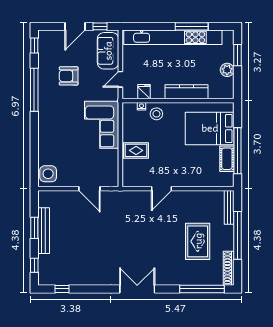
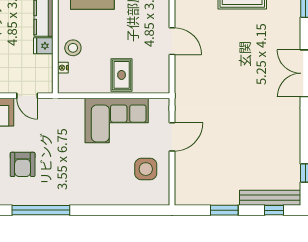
fridge: (144, 92) -> (43, 46), moved
corner sofa: (102, 125) -> (117, 121), moved
side table: (48, 174) -> (146, 169), moved
bench: (44, 231) -> (270, 198), moved

